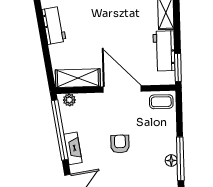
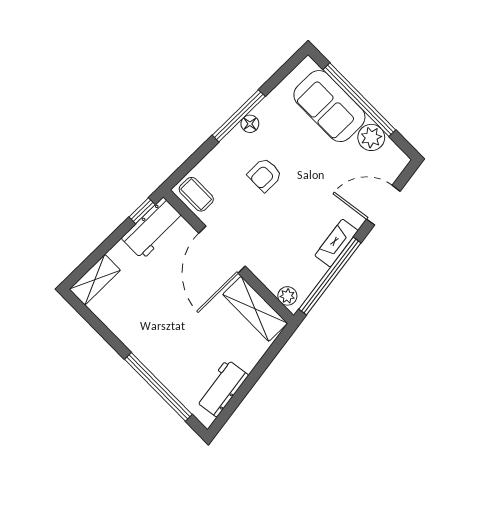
workbench: (164, 51) -> (153, 228), moved
window: (178, 67) -> (142, 211), width x0.67
armchair: (120, 144) -> (265, 175), moved

